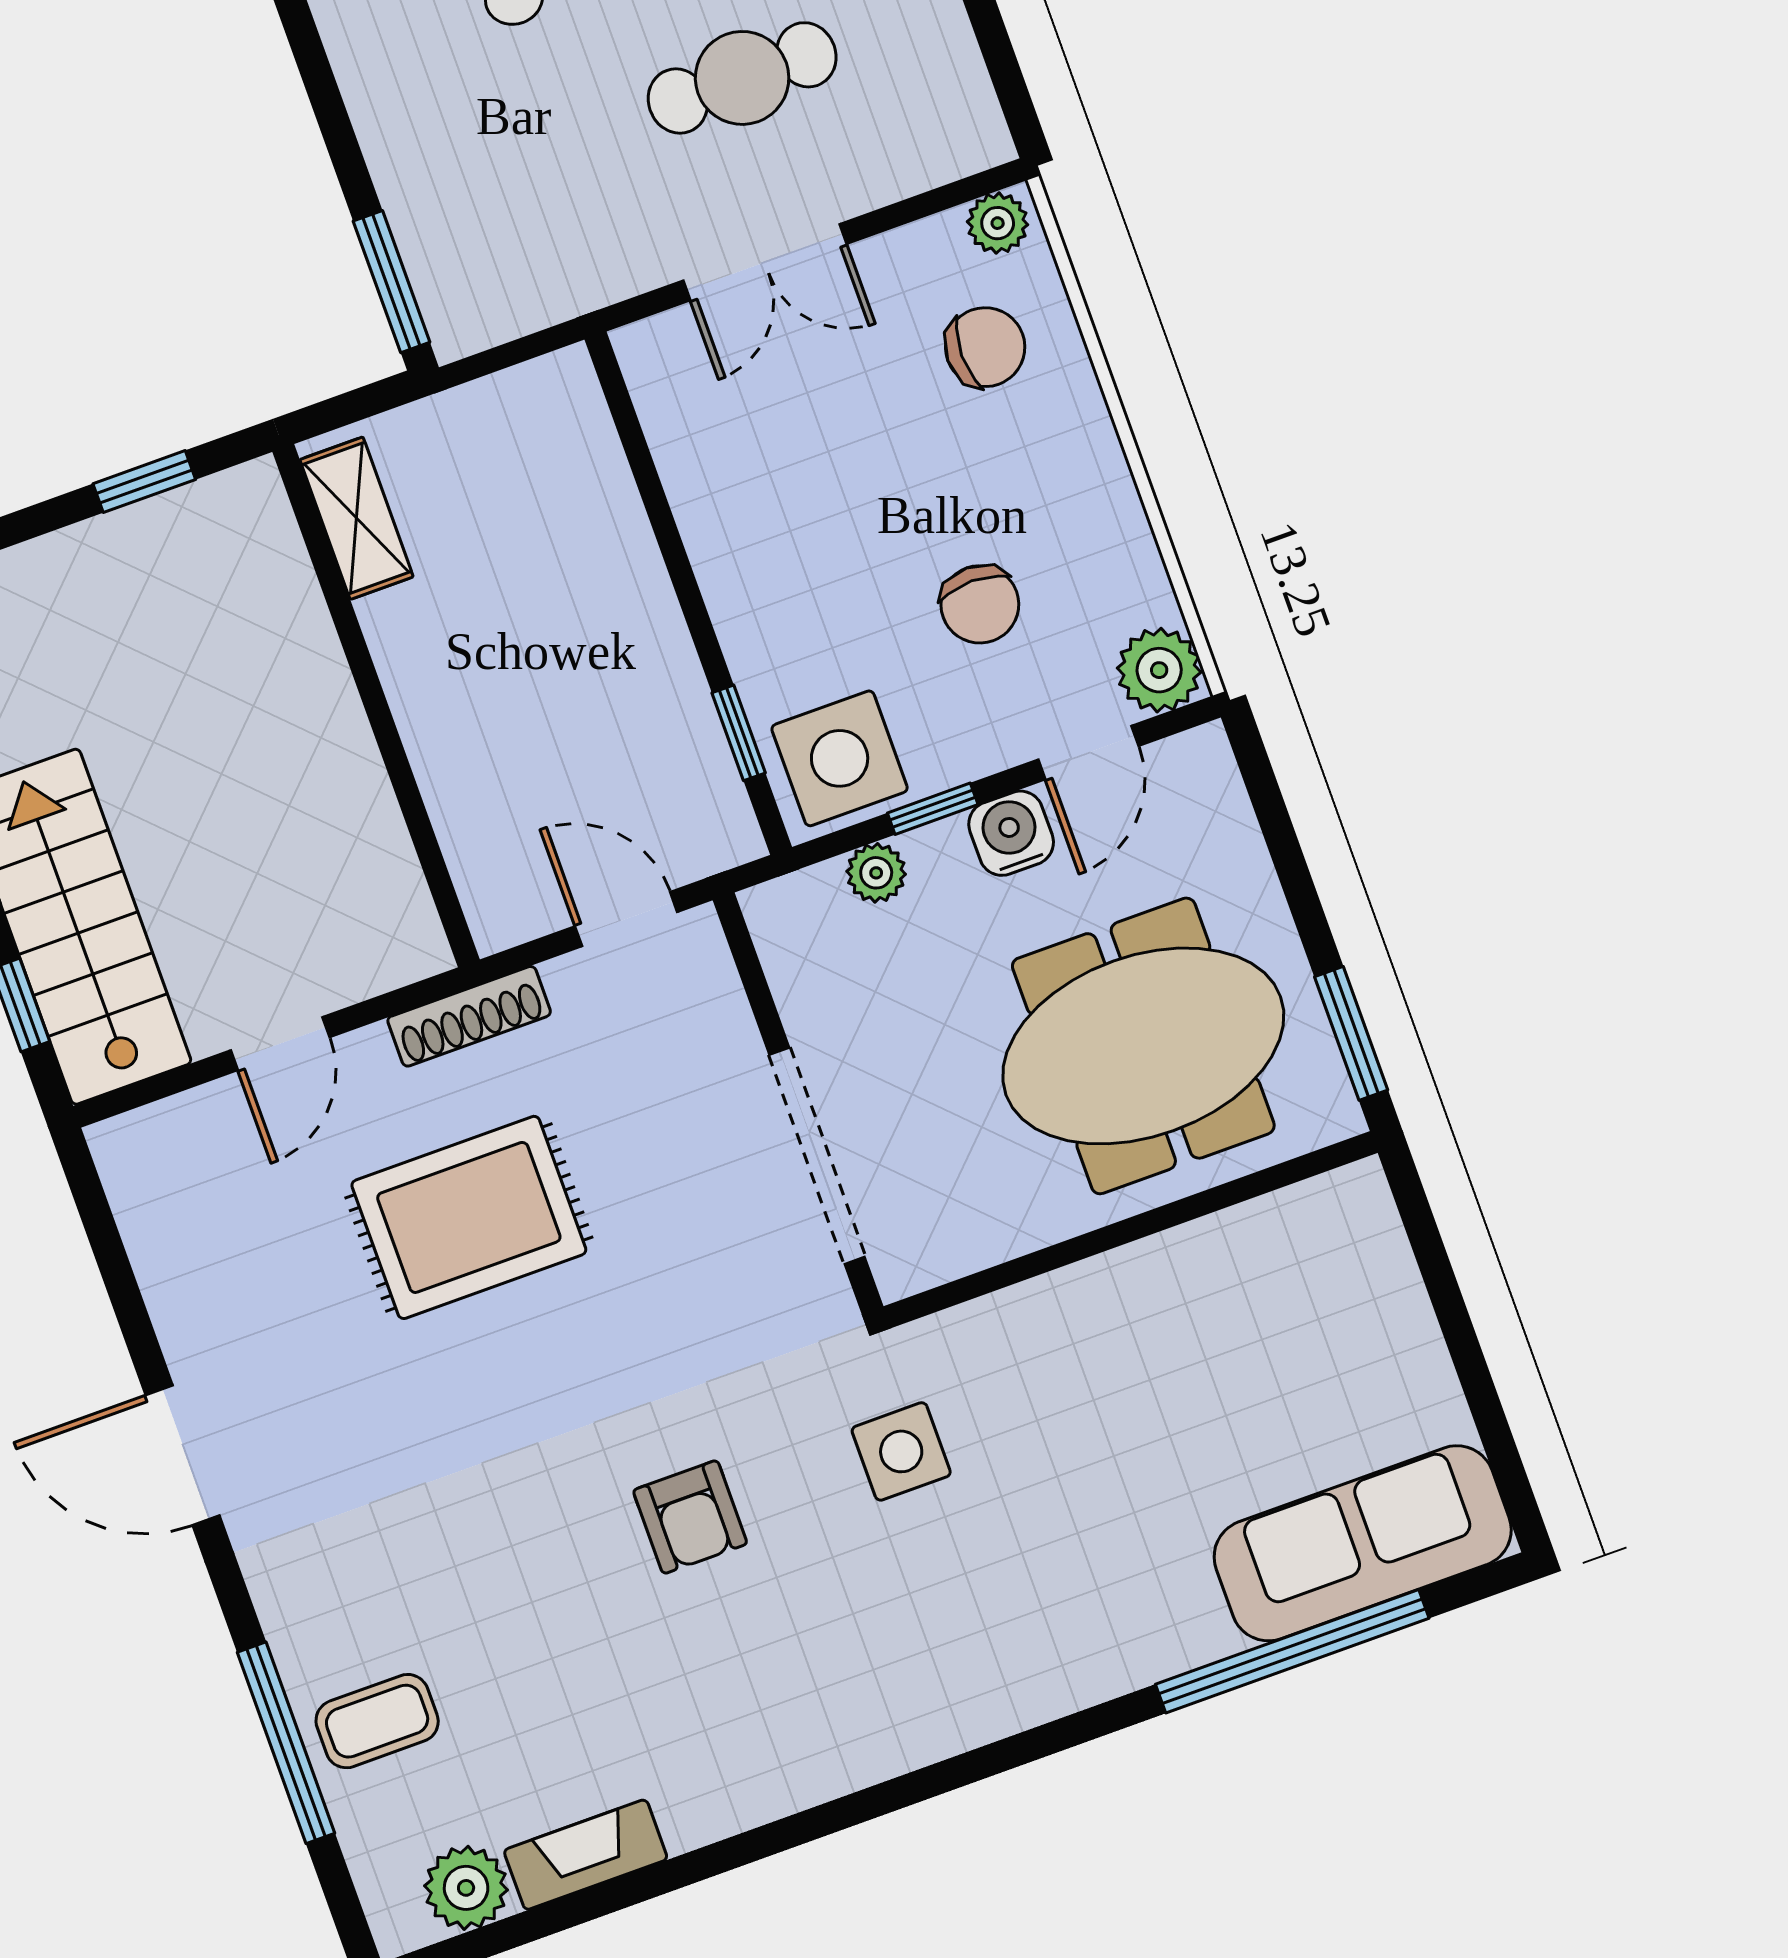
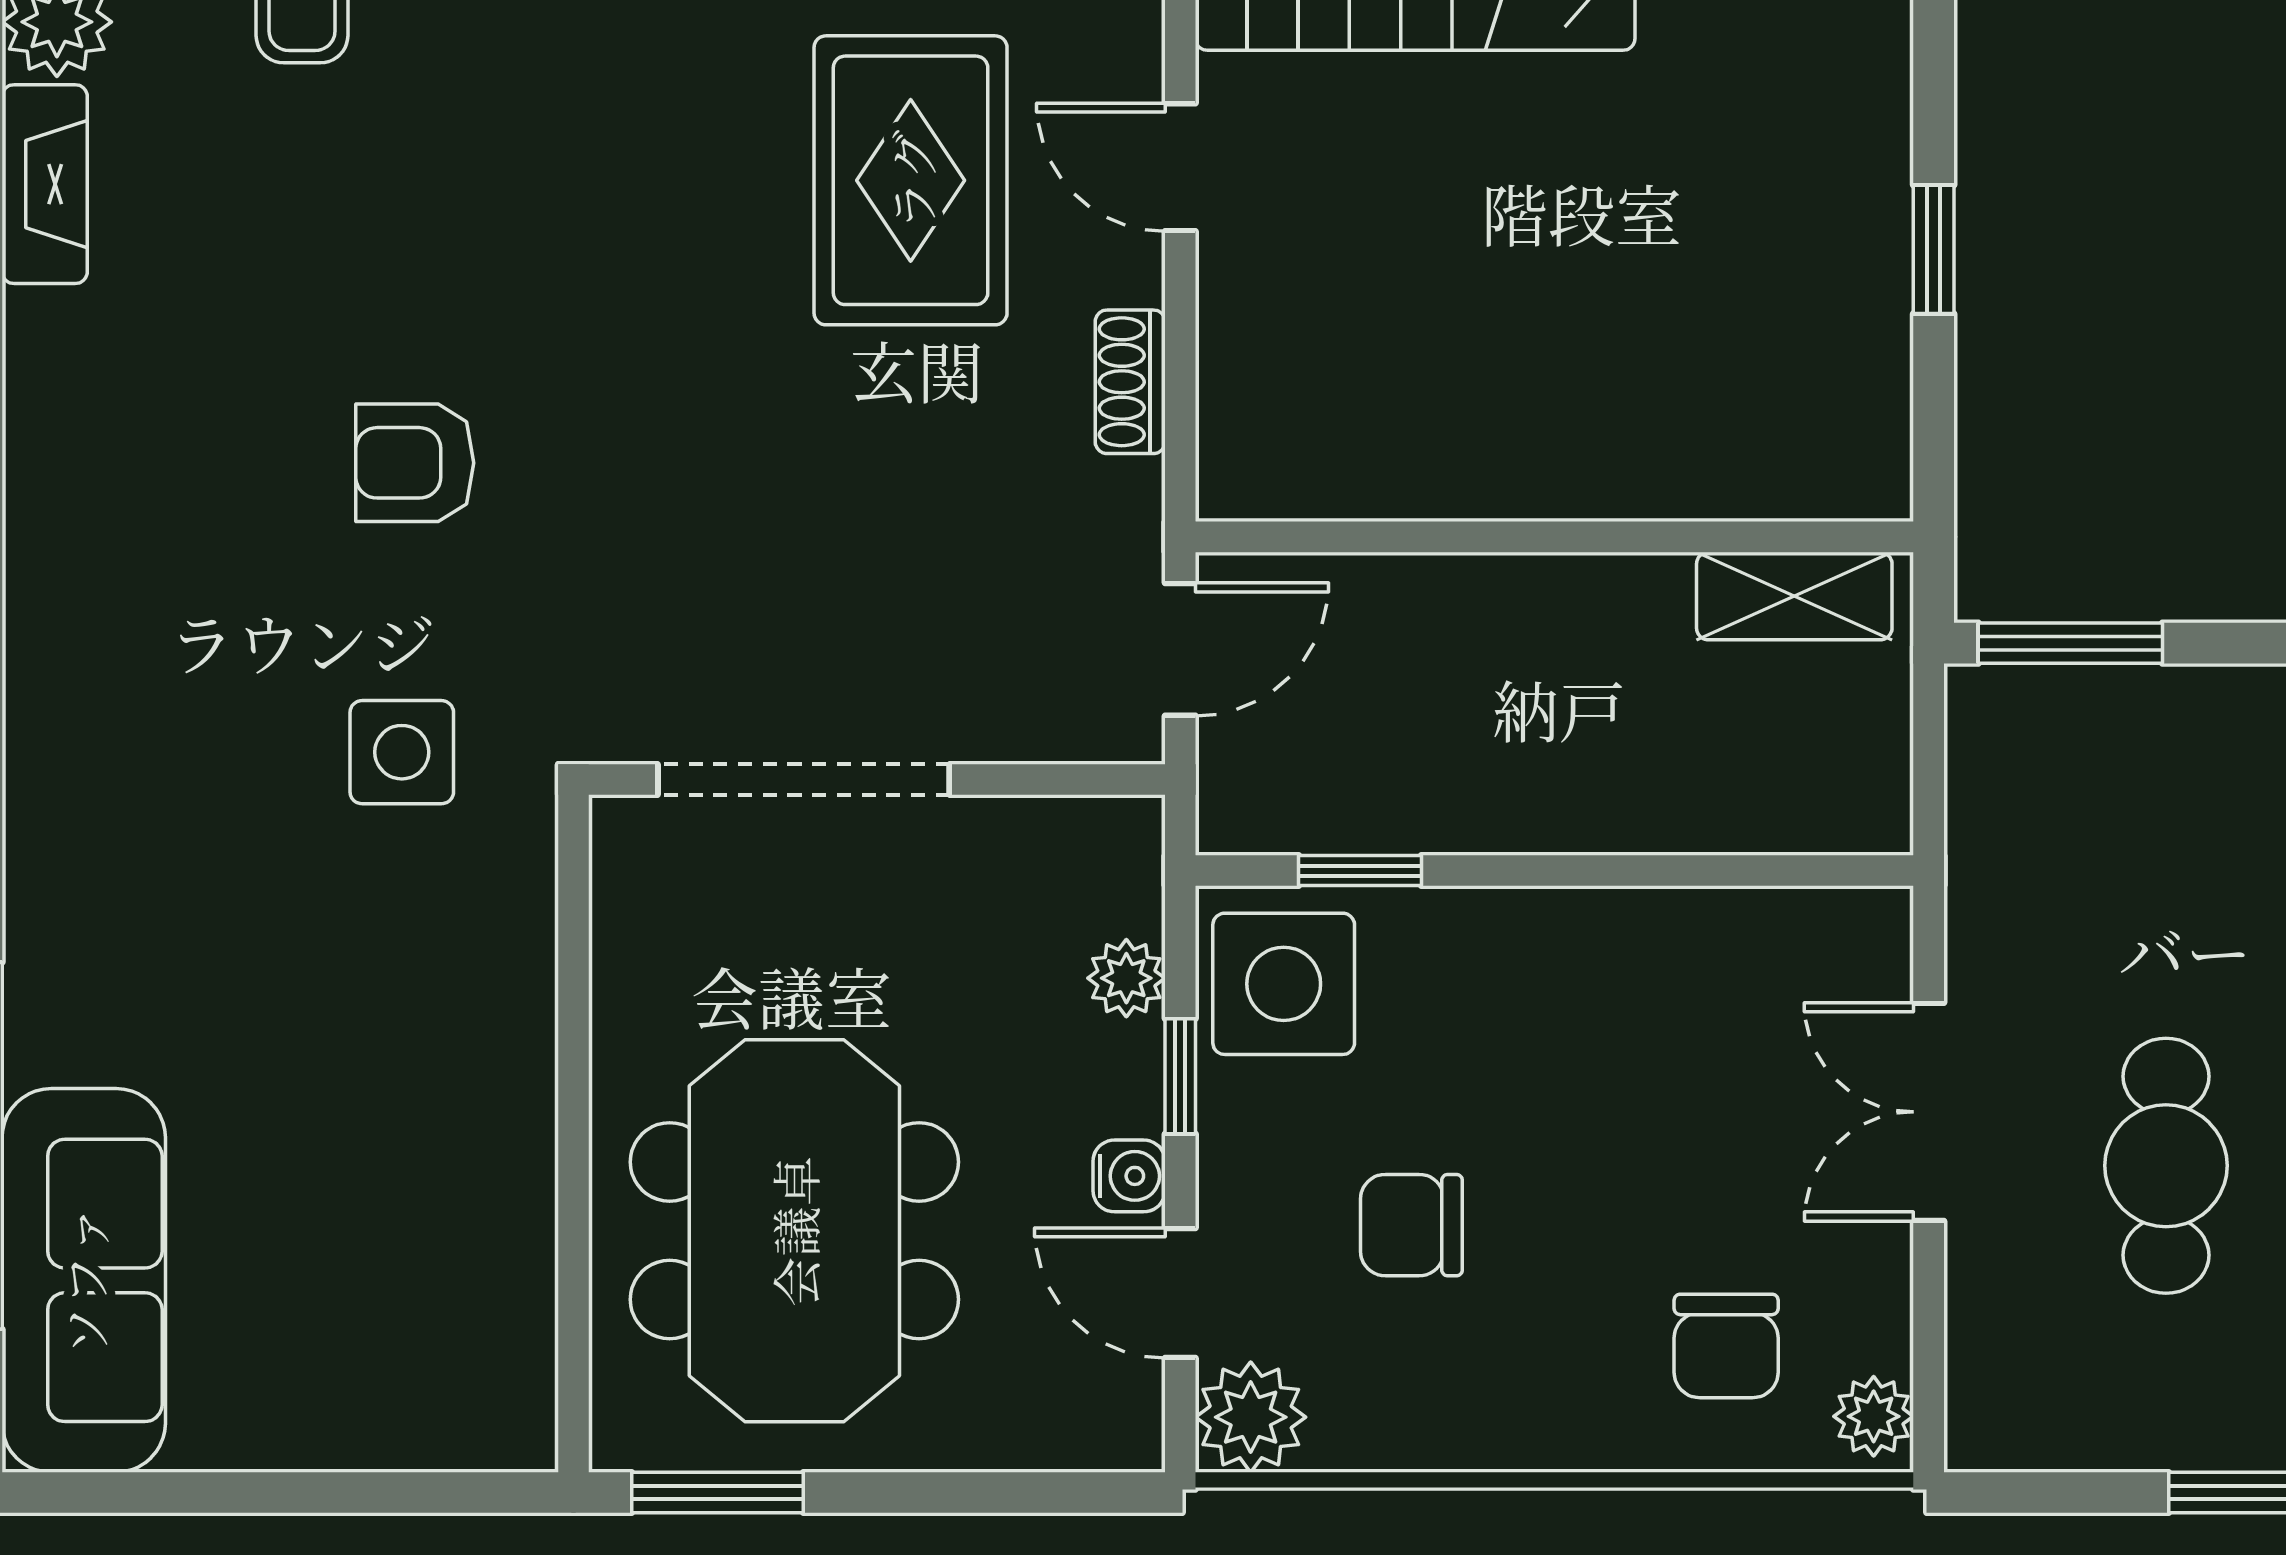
shelving: (357, 518) -> (1794, 596), moved
wall: (376, 706) -> (1554, 537), moved
water cooler: (1011, 833) -> (1129, 1176), width x0.72, depth x0.72
shoe rack: (469, 1016) -> (1130, 382), width x0.70
rug: (469, 1217) -> (911, 180), moved

